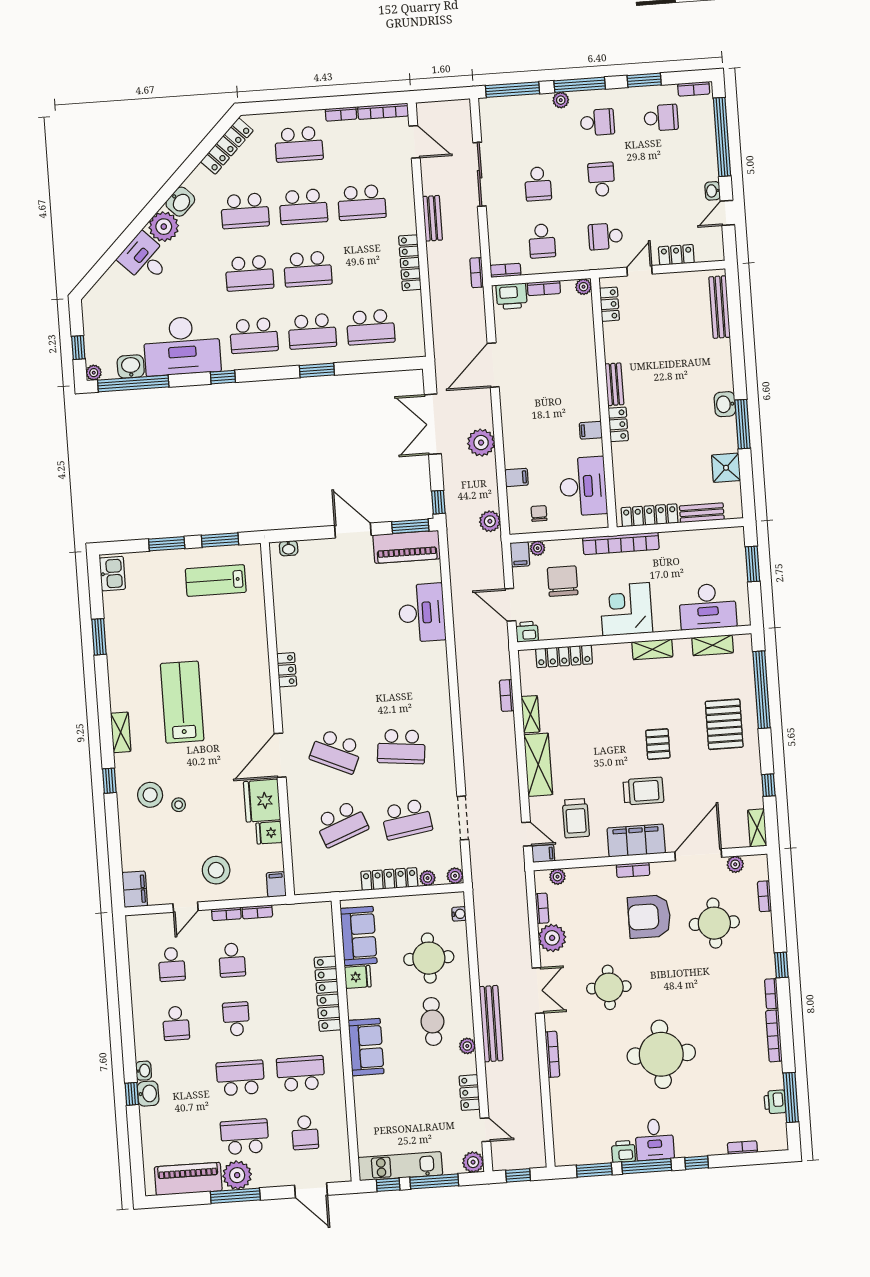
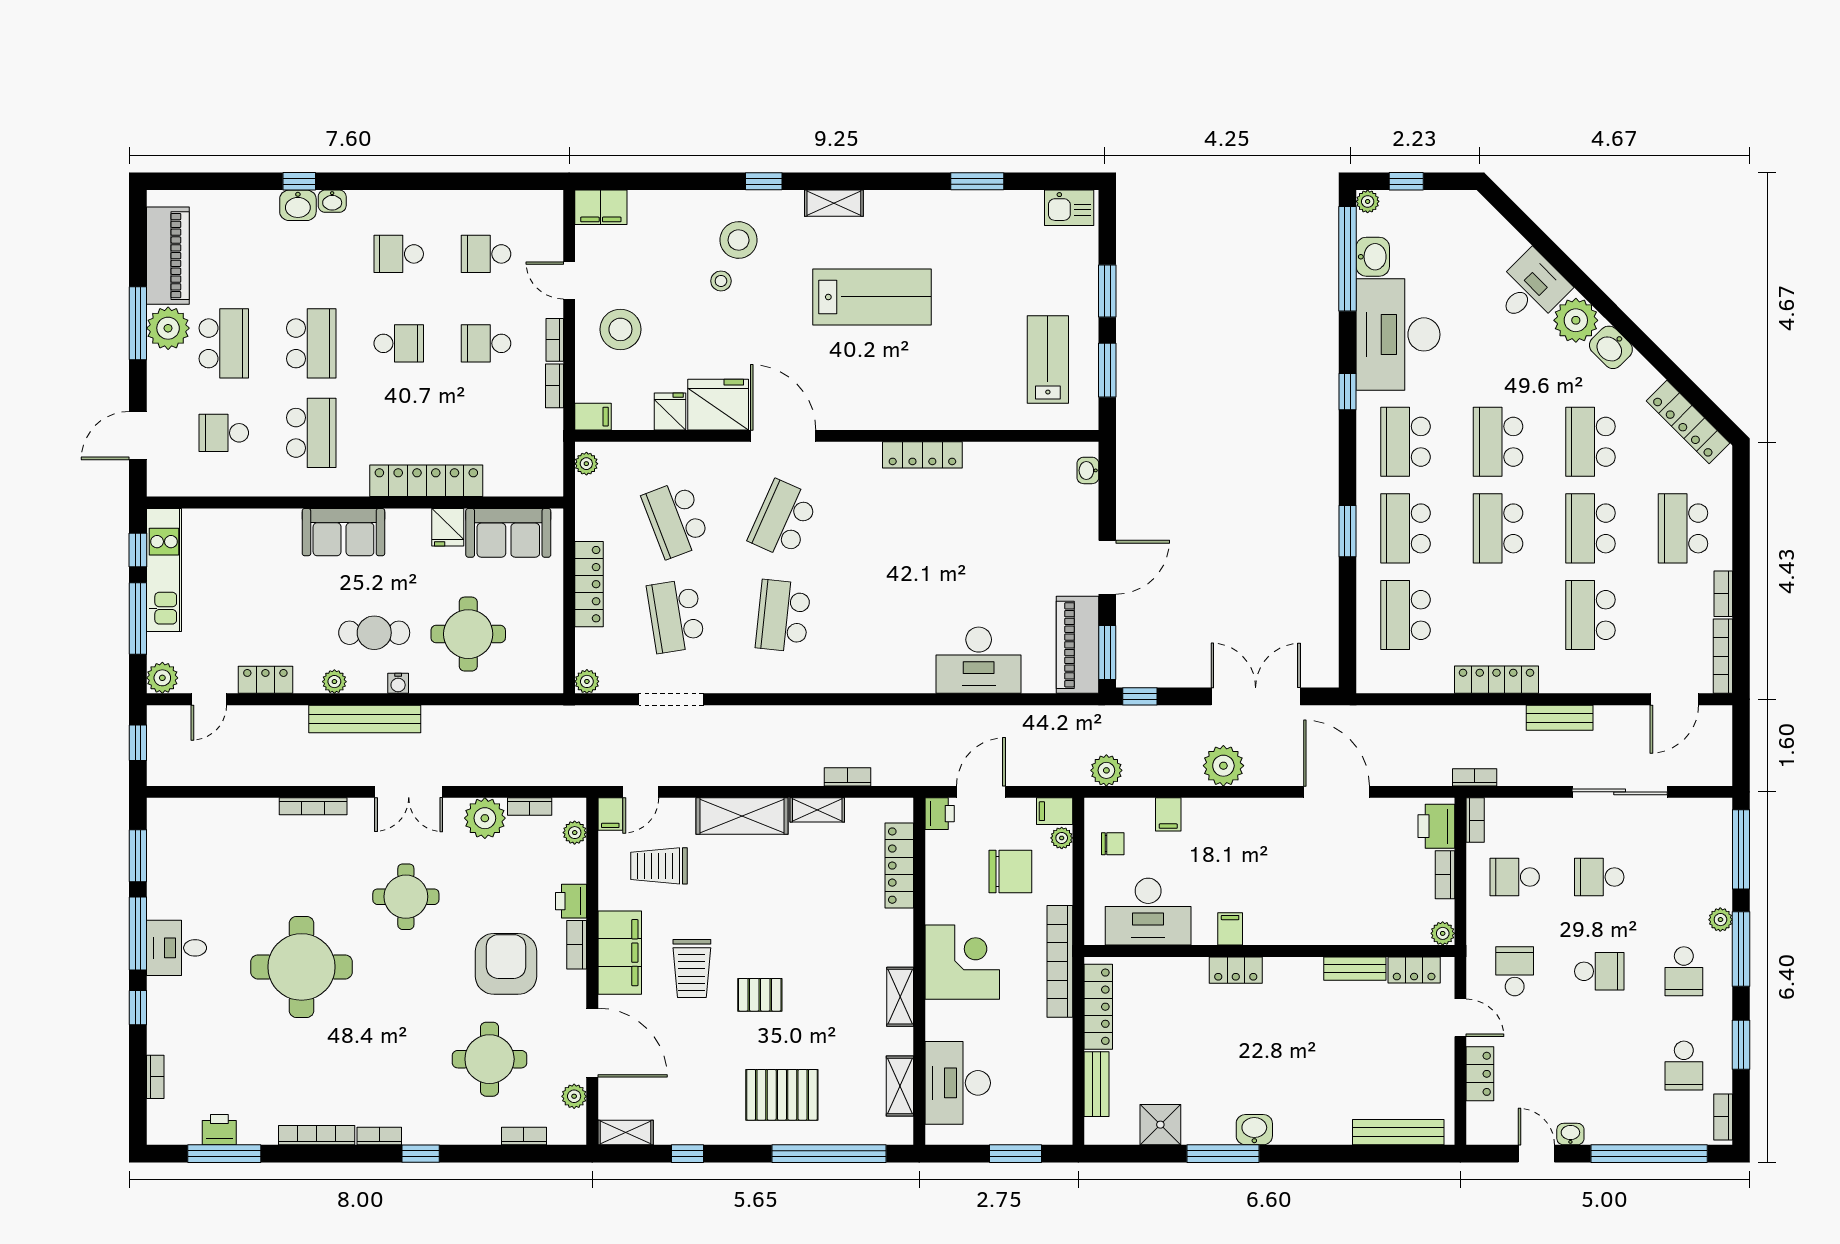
bench: (614, 384) -> (1355, 969), moved
locker: (287, 670) -> (922, 455), width x1.53
plant: (428, 878) -> (586, 464), moved
water cooler: (459, 914) -> (398, 683), moved
printer: (623, 1152) -> (571, 901), moved, turned 180

